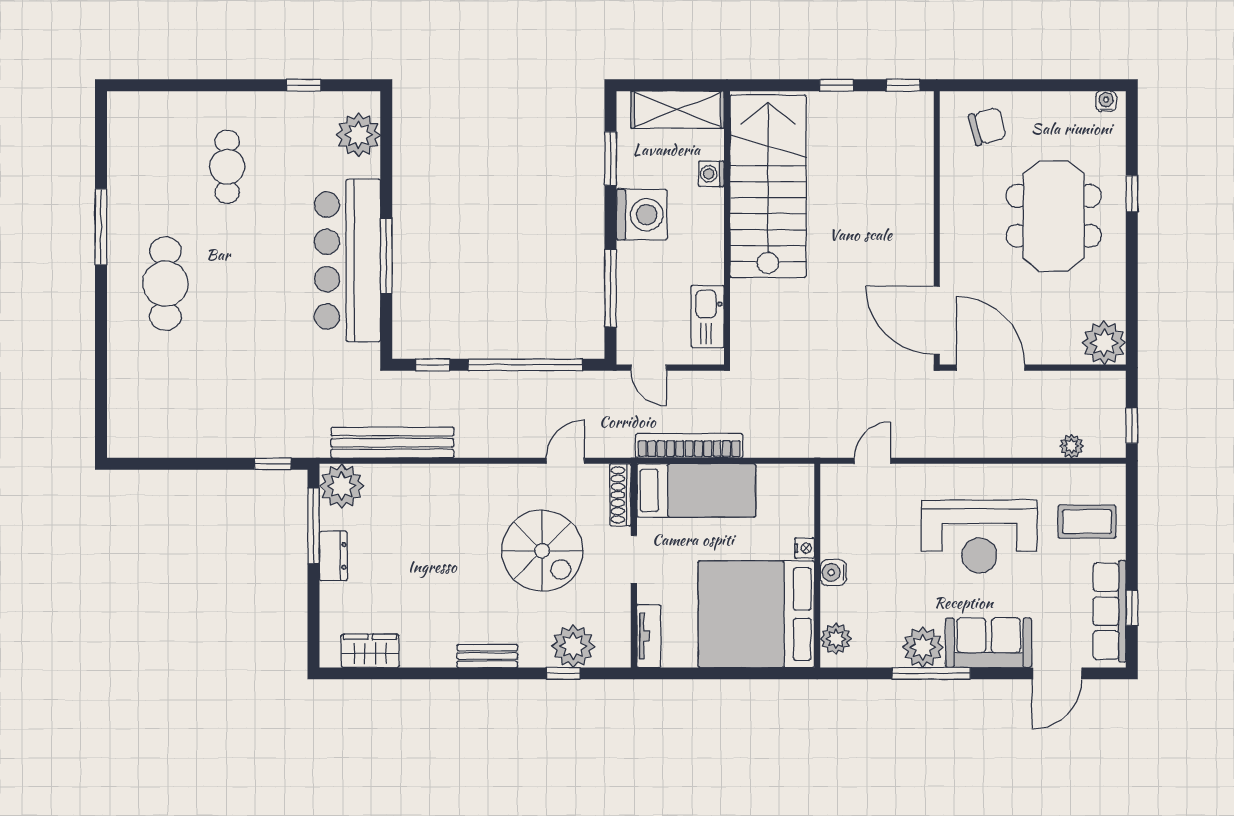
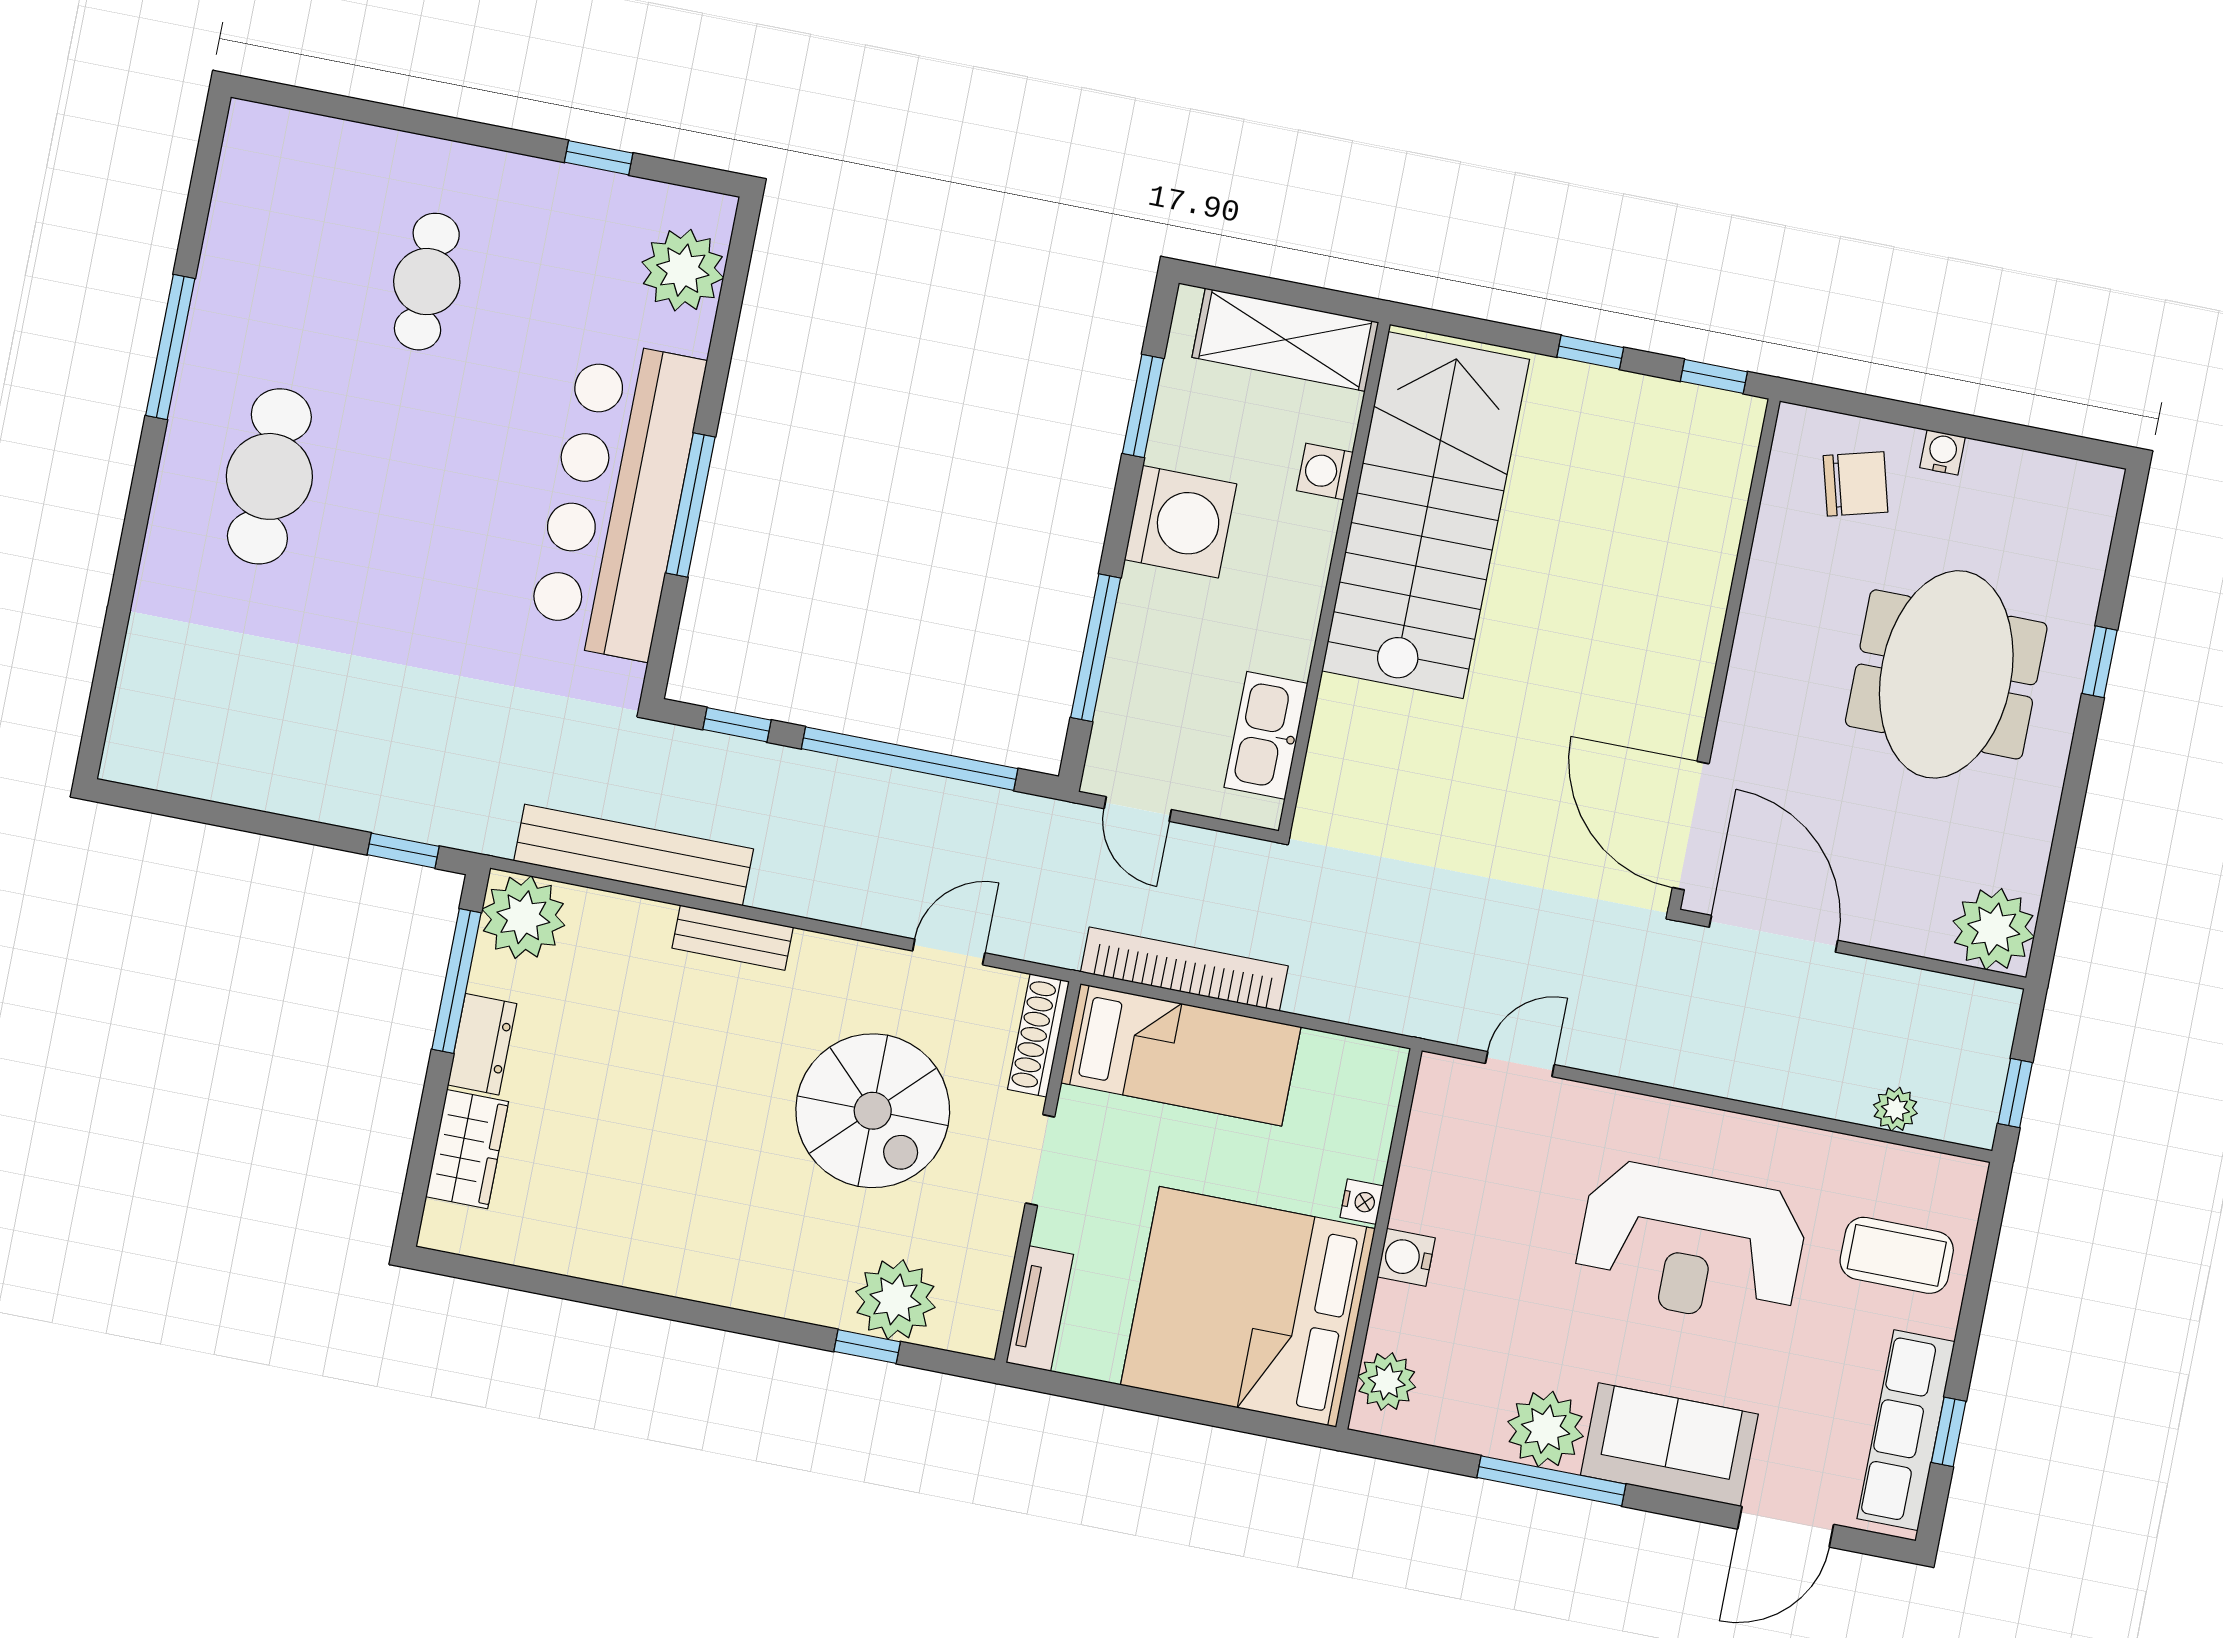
water cooler: (1106, 101) -> (1943, 452), moved
wardrobe: (370, 651) -> (467, 1149), moved, turned 90
bench: (487, 656) -> (733, 938), moved

